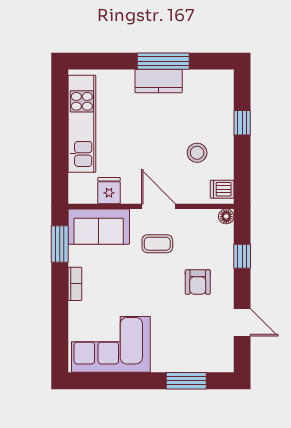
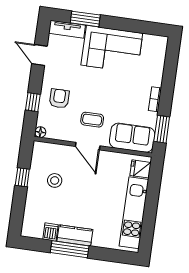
window: (242, 123) -> (22, 177), moved
dishwasher: (222, 189) -> (50, 232), moved, turned -90
fridge: (109, 191) -> (140, 169), moved, turned 90
armchair: (198, 282) -> (59, 98), moved
corner sofa: (111, 344) -> (112, 49), moved
tv unit: (209, 363) -> (67, 29), added

